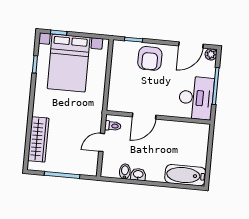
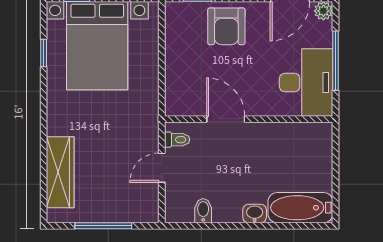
door: (144, 116) -> (226, 119), swing flipped
washbasin: (138, 174) -> (255, 214), moved

